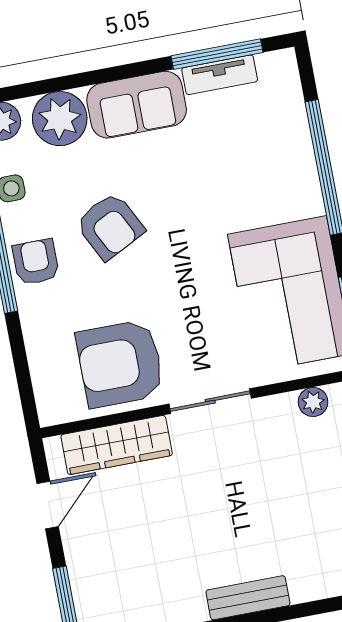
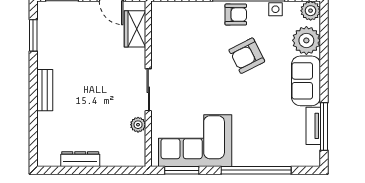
armchair: (120, 364) -> (176, 48), removed
plant: (313, 402) -> (138, 125), moved
wardrobe: (117, 445) -> (135, 29), width x0.67

